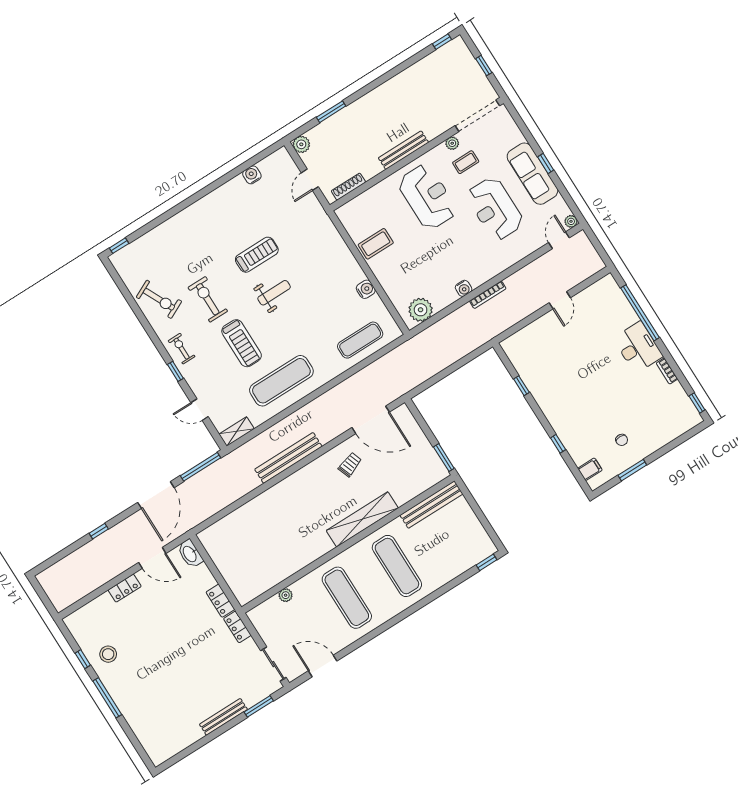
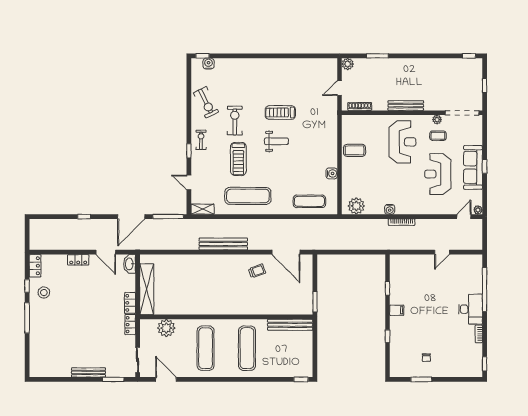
water cooler: (252, 175) -> (209, 64), moved
treadmill: (257, 255) -> (280, 112), turned 180
filing cabinet: (590, 469) -> (397, 310), moved
shelving: (362, 519) -> (147, 289), moved, turned 90
plant: (286, 595) -> (166, 328), width x1.87, depth x1.87
locker: (77, 628) -> (35, 266), added

